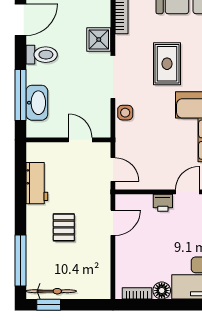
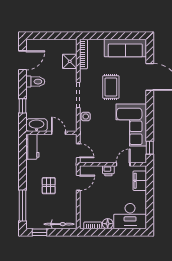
shower: (99, 40) -> (70, 61), moved
window: (20, 95) -> (23, 106), width x0.46
washbasin: (37, 103) -> (37, 125), moved, turned -90
workbench: (37, 183) -> (32, 147), moved
bicycle: (51, 291) -> (59, 224), moved

